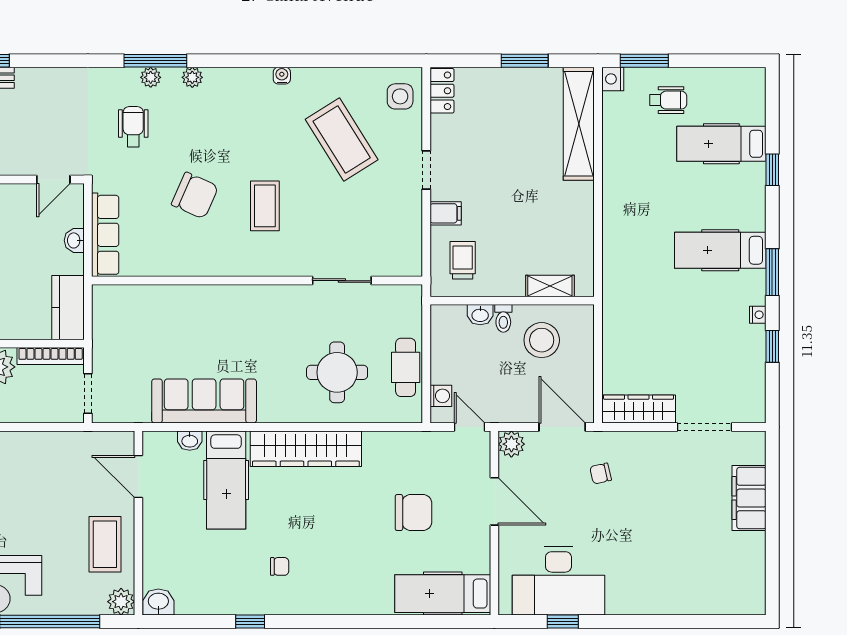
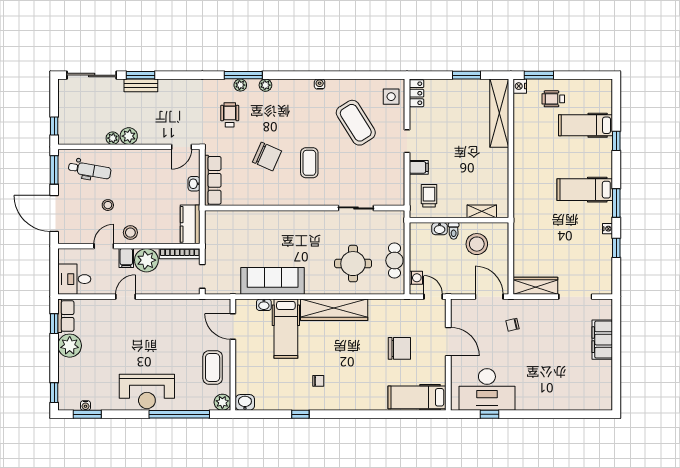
wheelchair: (668, 100) -> (553, 99), turned 180
plant: (511, 444) -> (459, 307), removed

